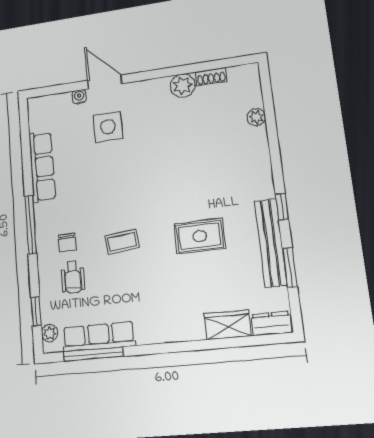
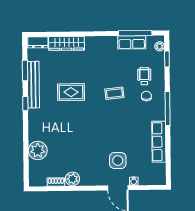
plant: (256, 117) -> (38, 150), width x1.88, depth x1.88
wardrobe: (228, 325) -> (67, 43), width x1.50
row of seats: (98, 337) -> (132, 42), width x0.68

